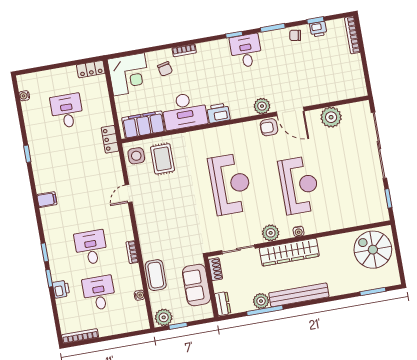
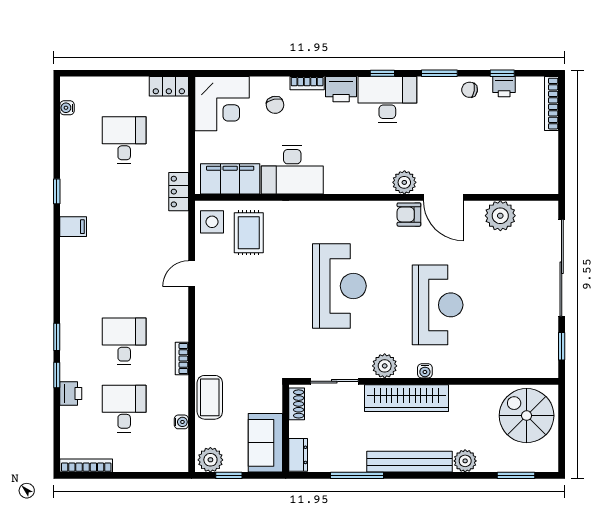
desk: (246, 51) -> (387, 99), width x1.37
printer: (218, 113) -> (341, 89), moved, turned 180
filing cabinet: (47, 200) -> (73, 227), moved
sofa: (196, 285) -> (265, 443), moved
plant: (261, 301) -> (465, 461), moved

